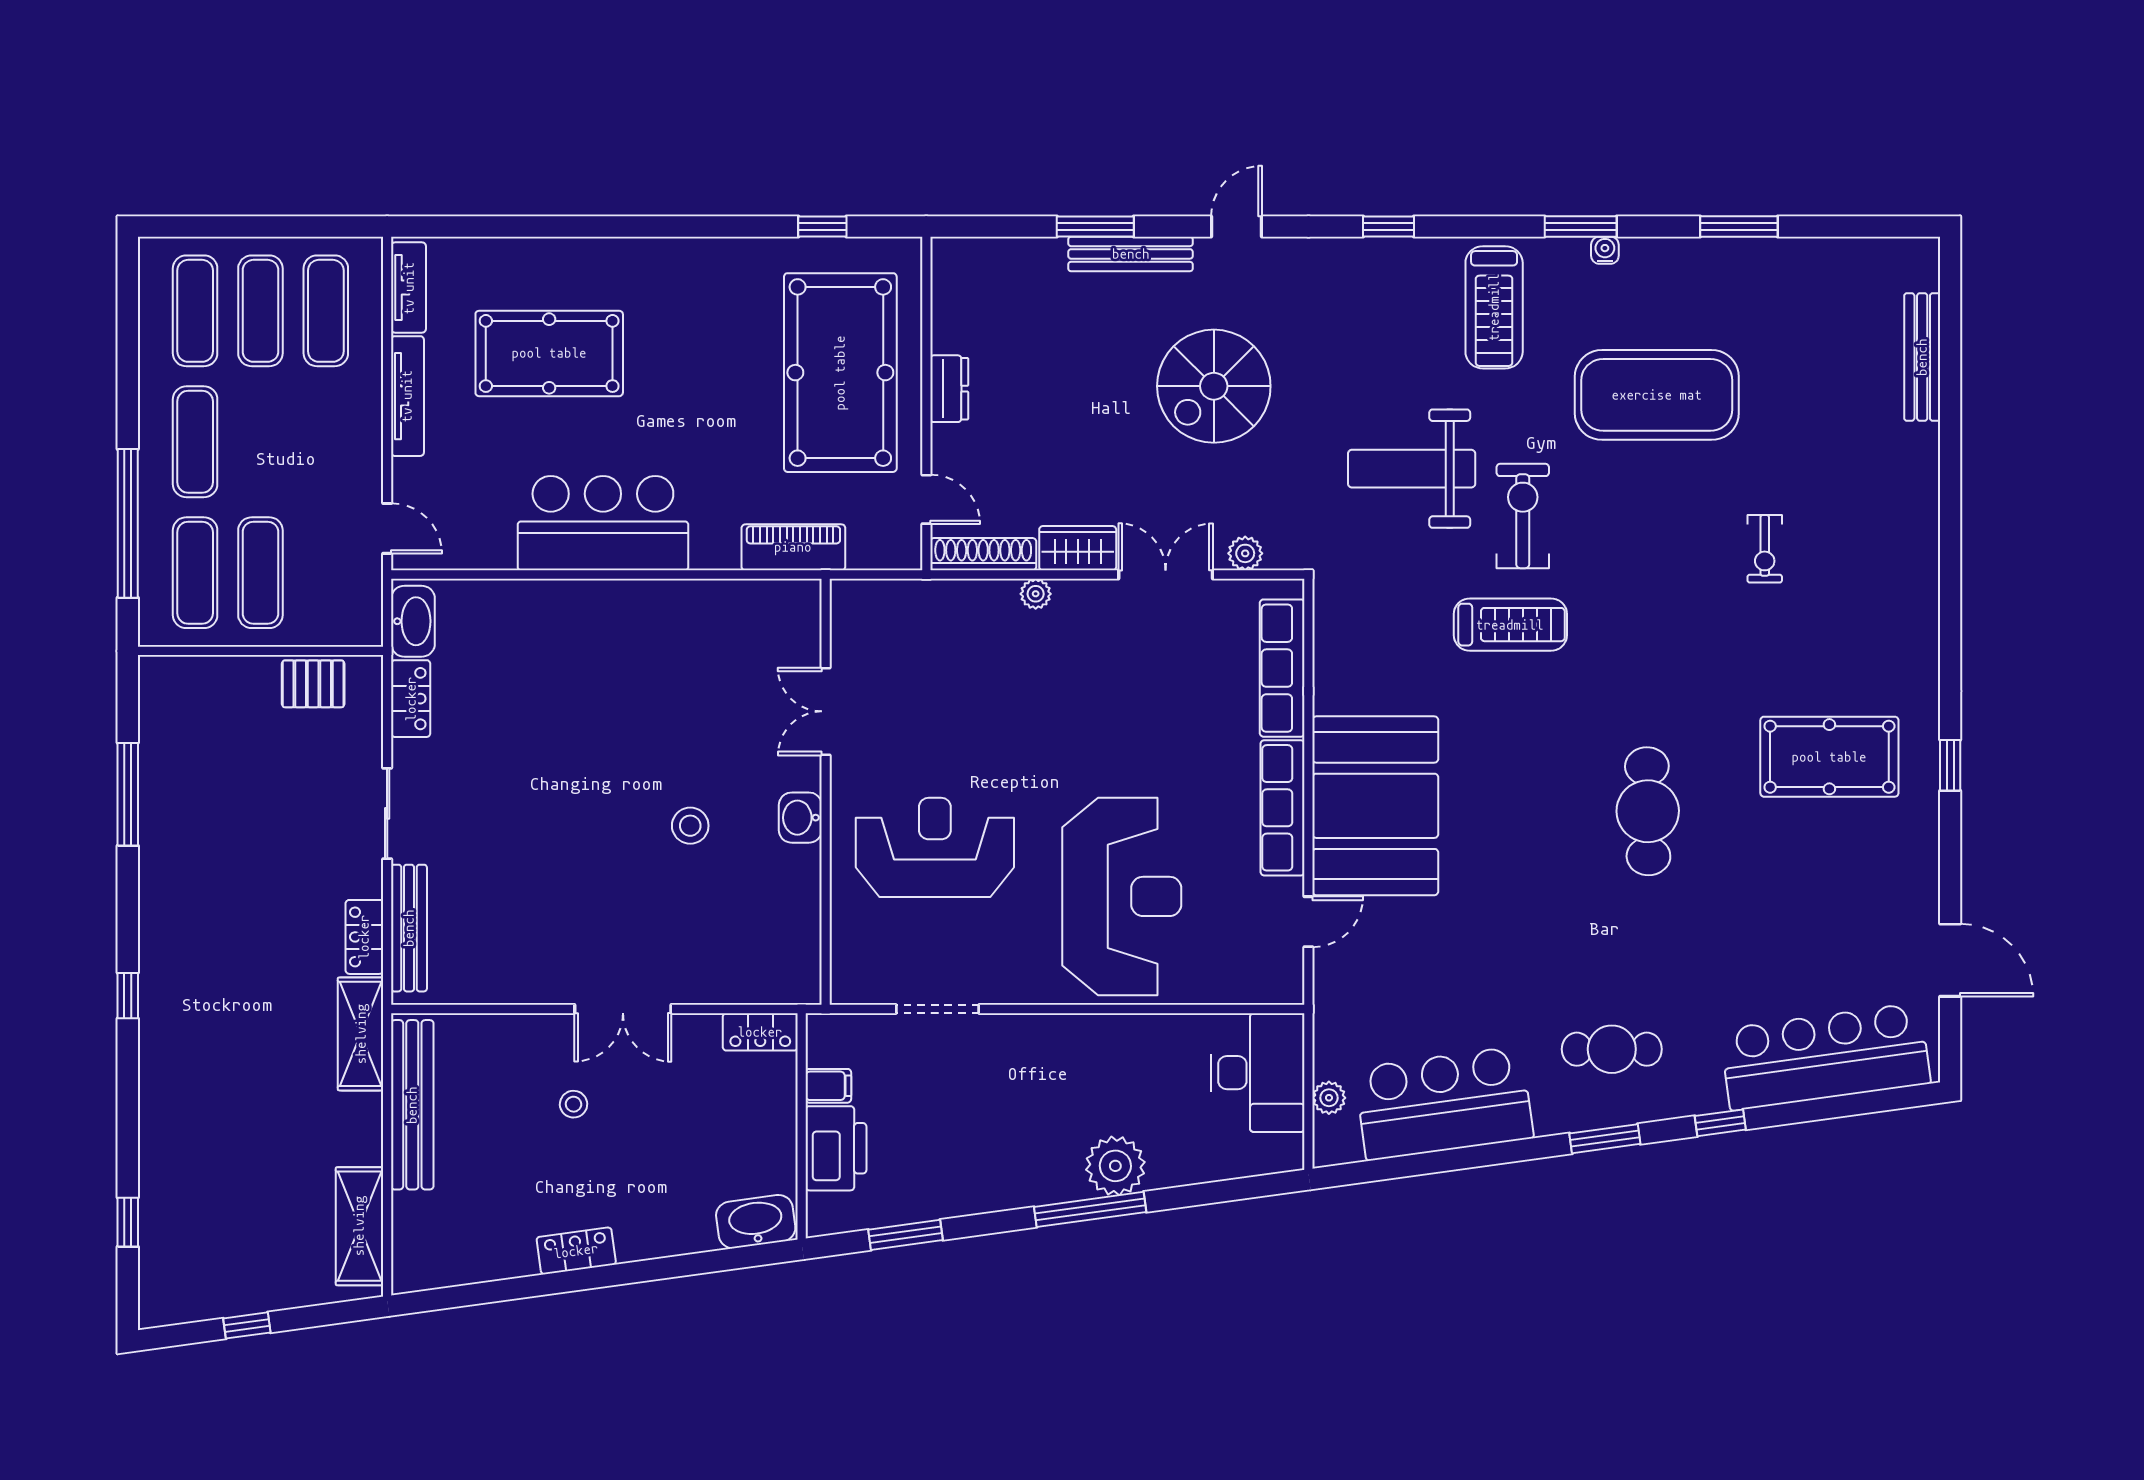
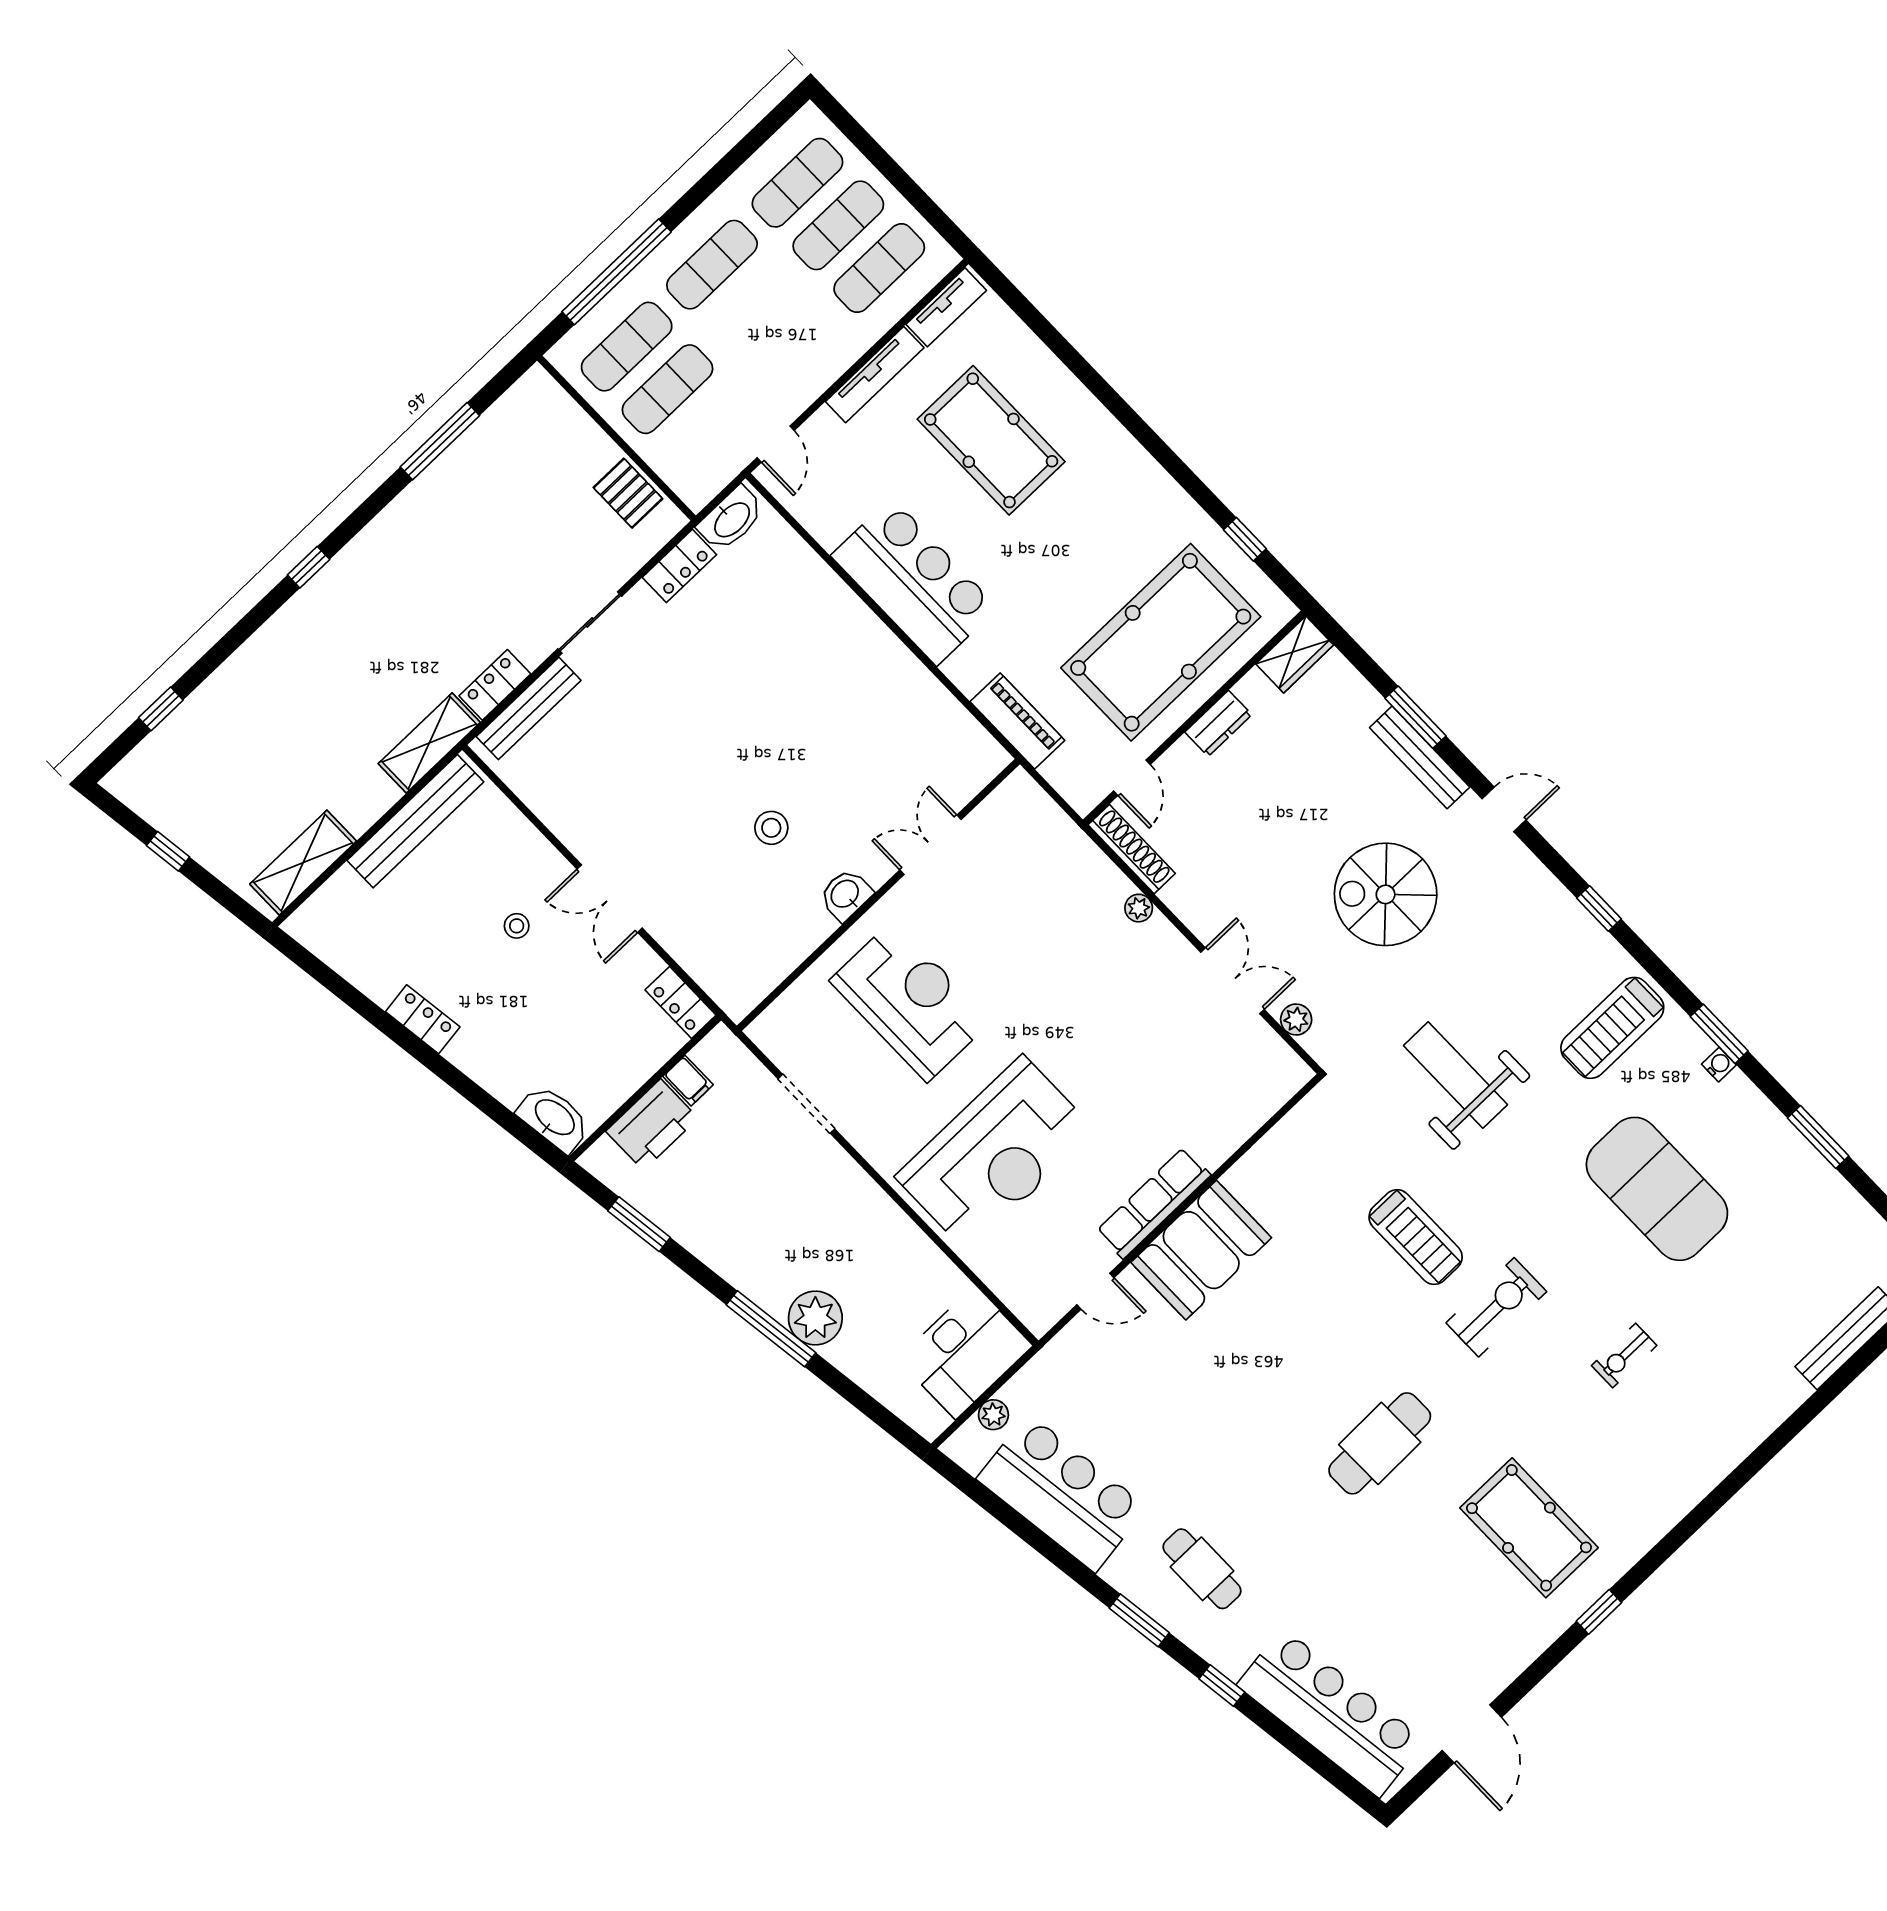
exercise bike: (1523, 516) -> (1496, 1307), moved
wardrobe: (1078, 548) -> (1295, 654), moved, turned 90
row of seats: (1282, 668) -> (1244, 1115), removed
booth: (1375, 806) -> (1201, 1250), width x0.73, depth x0.70

